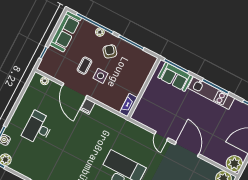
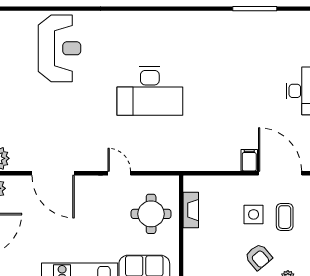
fireplace: (128, 105) -> (191, 210), moved
round table: (156, 105) -> (151, 214), added
door: (187, 149) -> (53, 173), moved

